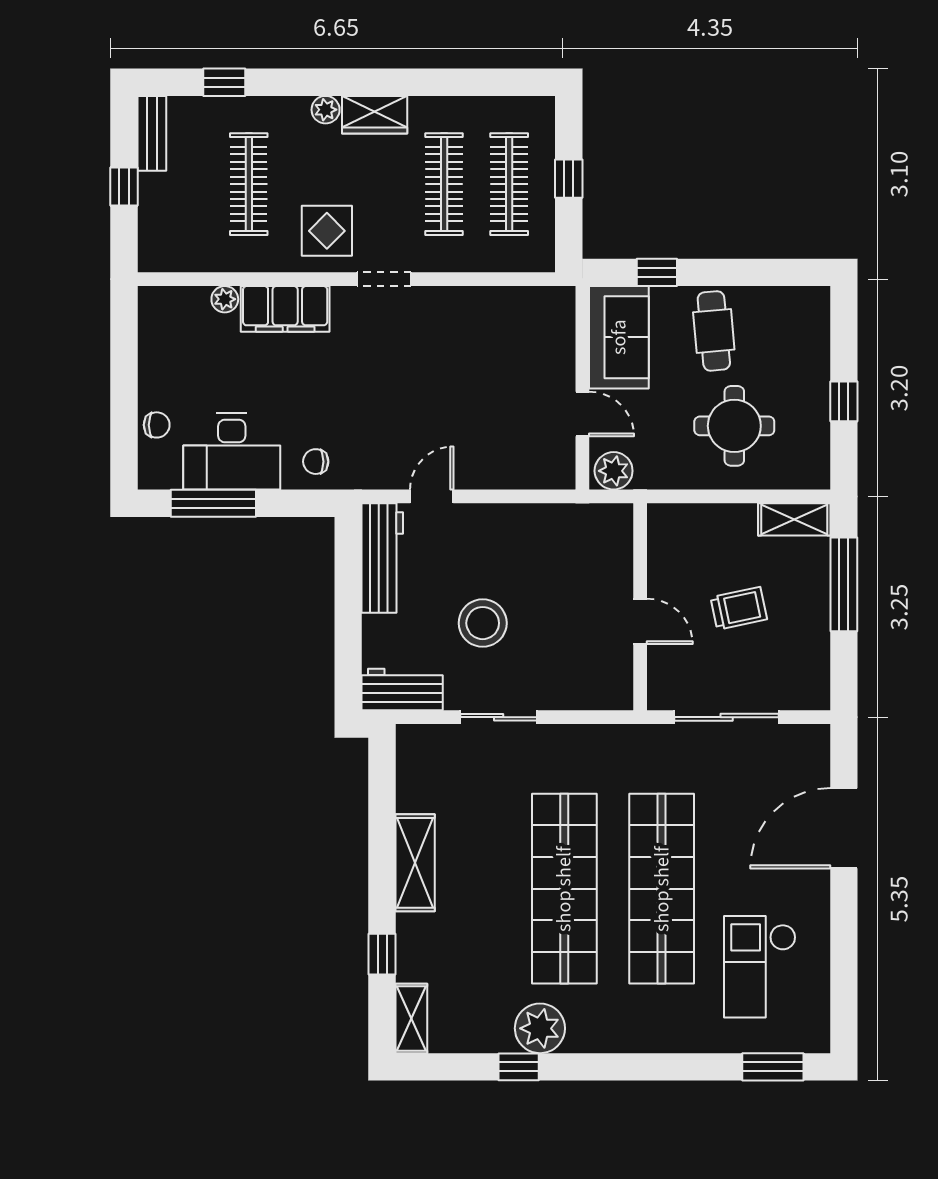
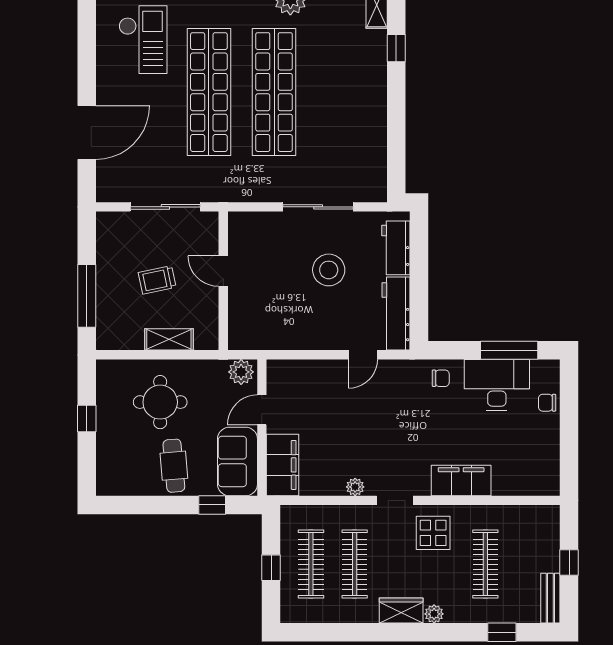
plant: (225, 299) -> (355, 487), moved
filing cabinet: (552, 332) -> (282, 465), added
door: (582, 414) -> (262, 410), hinge flipped
shelving: (794, 519) -> (169, 339), moved
workbench: (402, 689) -> (396, 248), moved, turned 90
sliding door: (499, 717) -> (318, 207), width x1.37
shelving: (415, 863) -> (374, 109), removed

